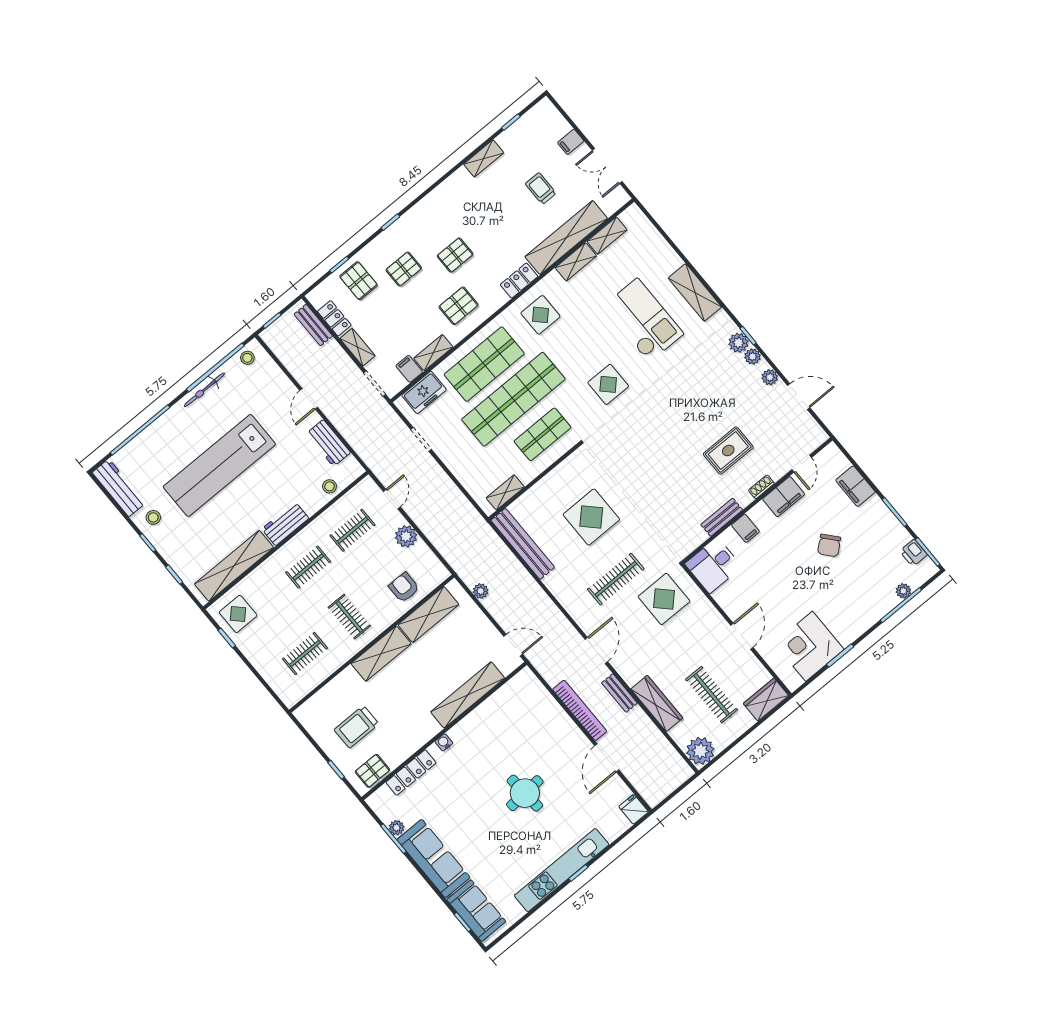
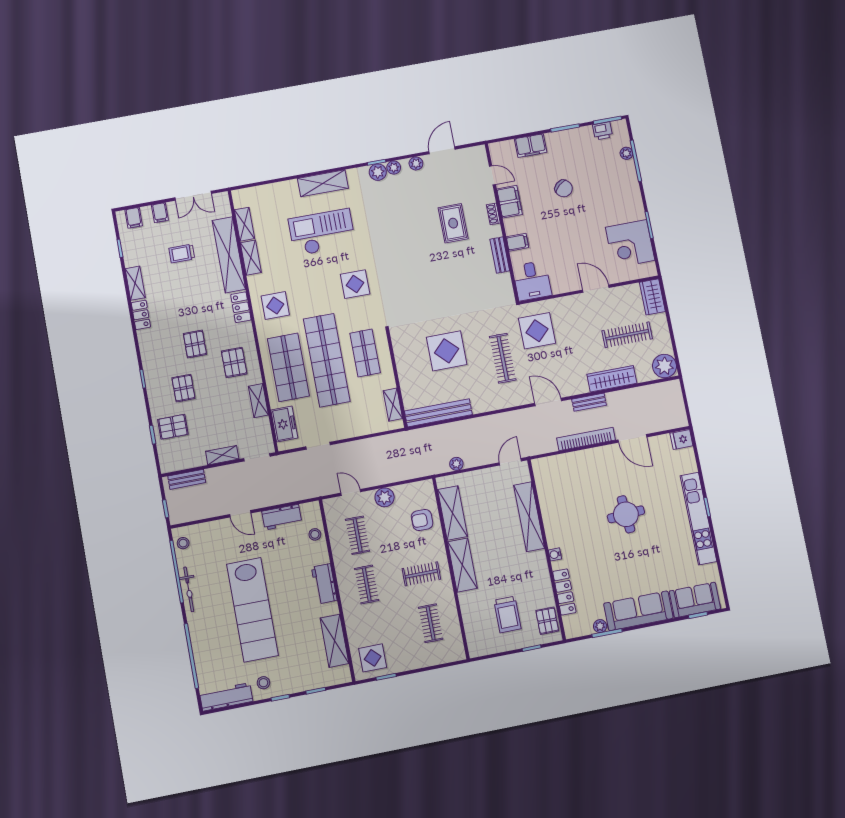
locker: (334, 318) -> (141, 315), moved, turned 90
filing cabinet: (409, 369) -> (134, 218), moved, turned -90
shelving: (234, 566) -> (334, 641), width x0.68

